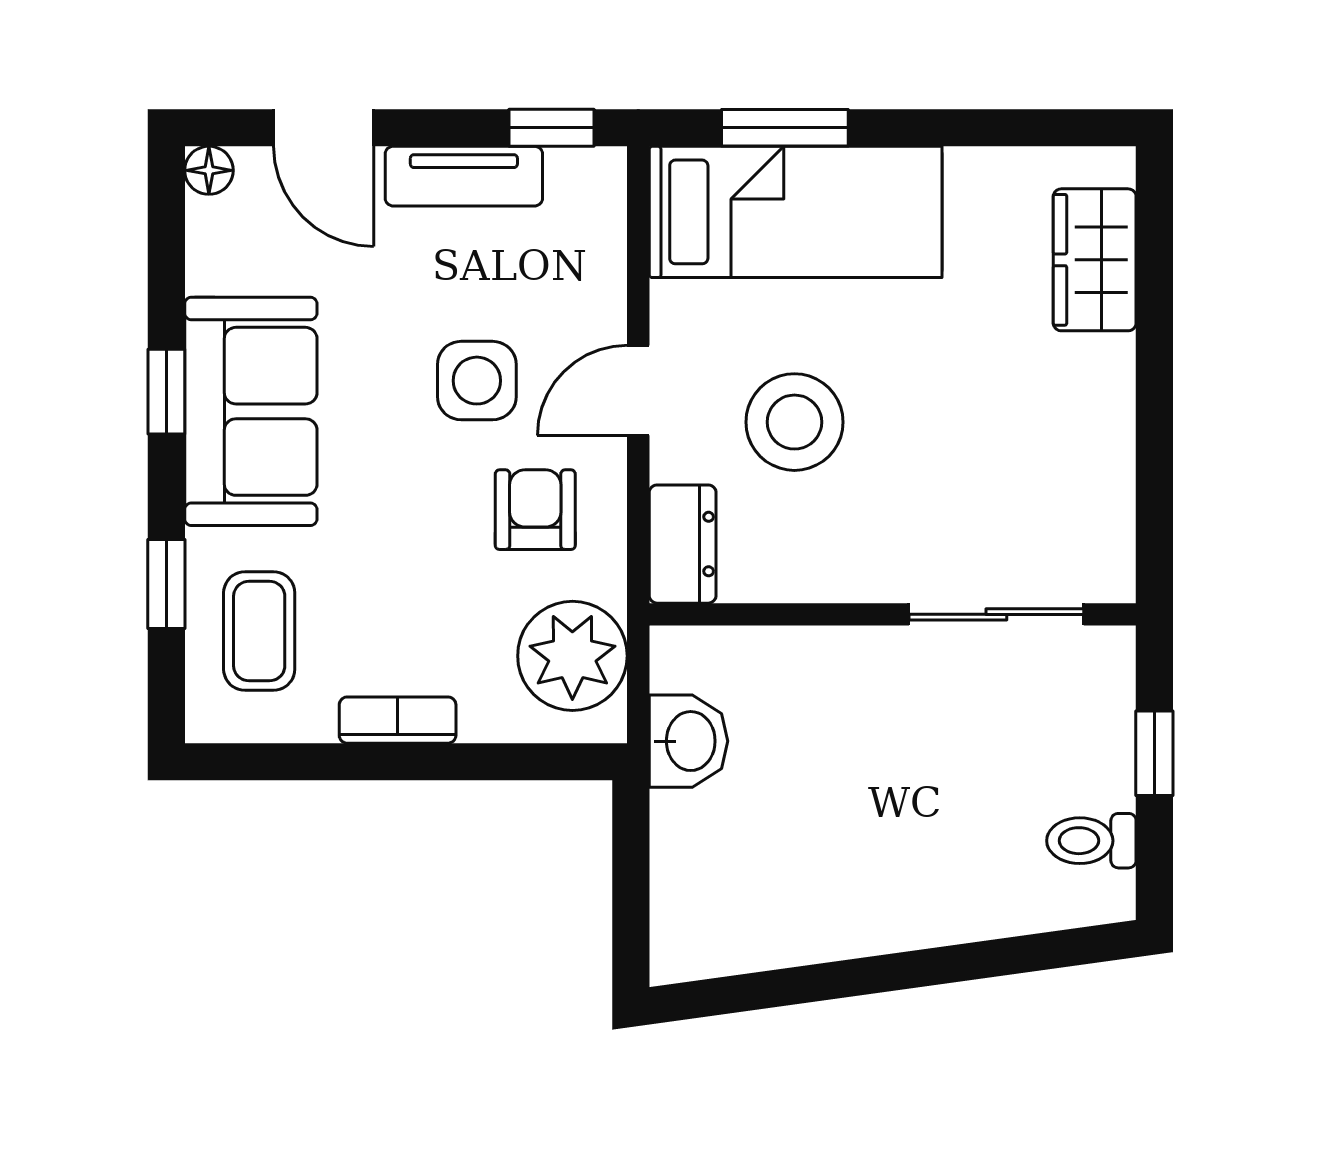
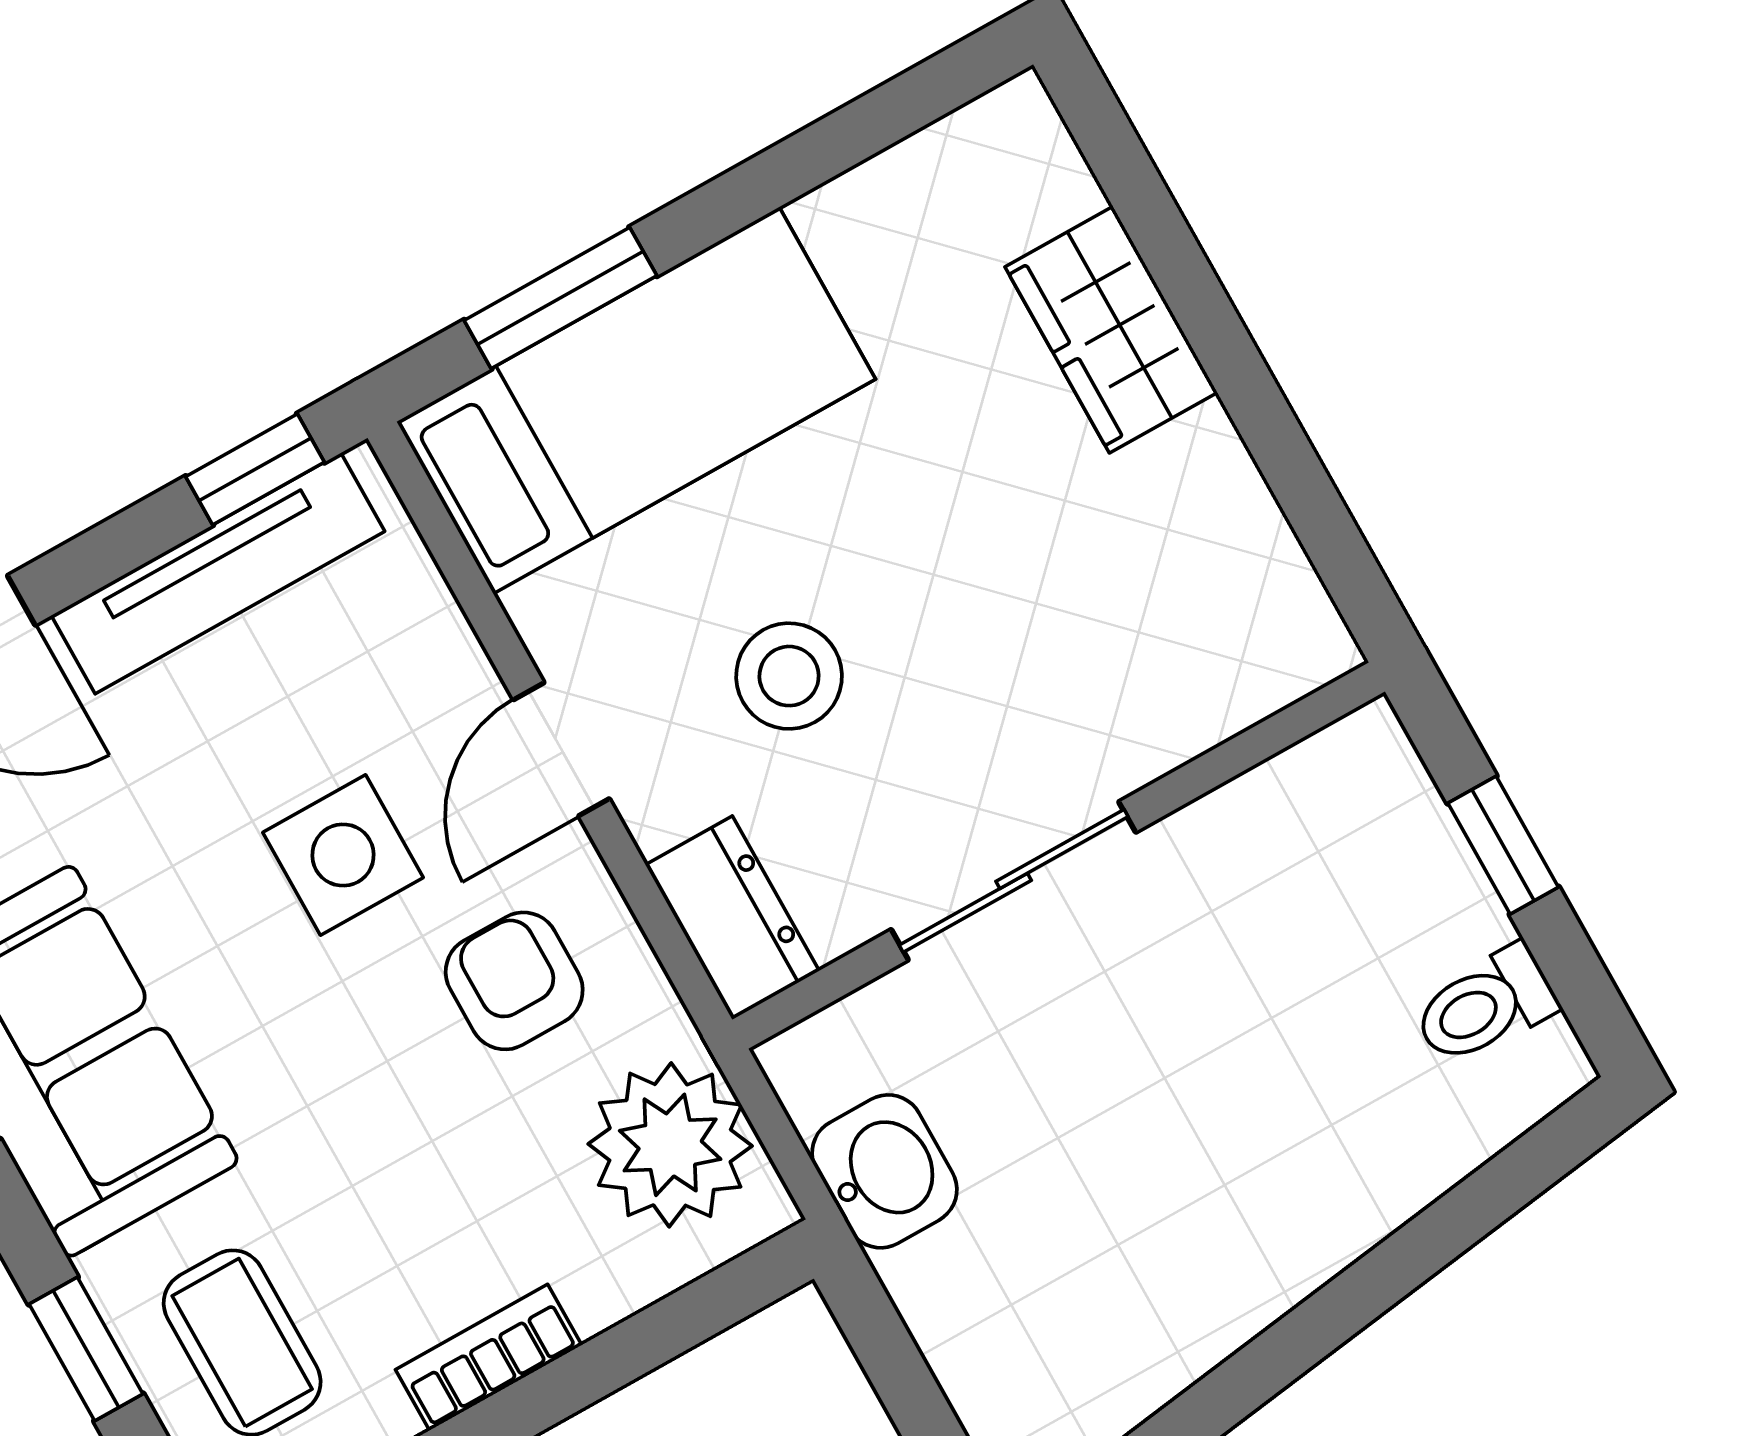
tv unit: (464, 176) -> (218, 573), width x1.41
wardrobe: (1095, 260) -> (1111, 330), moved
stool: (794, 422) -> (789, 676), width x0.73, depth x0.73
sliding door: (996, 614) -> (1014, 881), moved

